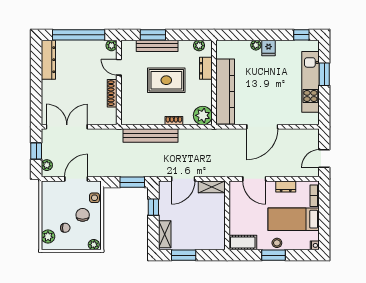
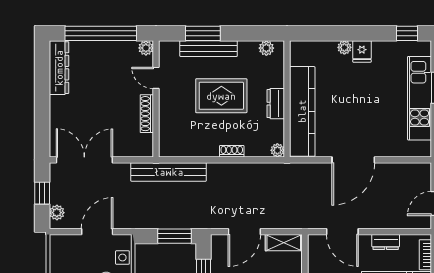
dresser: (206, 68) -> (276, 104), moved
plant: (203, 115) -> (277, 150), width x0.53, depth x0.53
bench: (150, 136) -> (169, 172), moved

